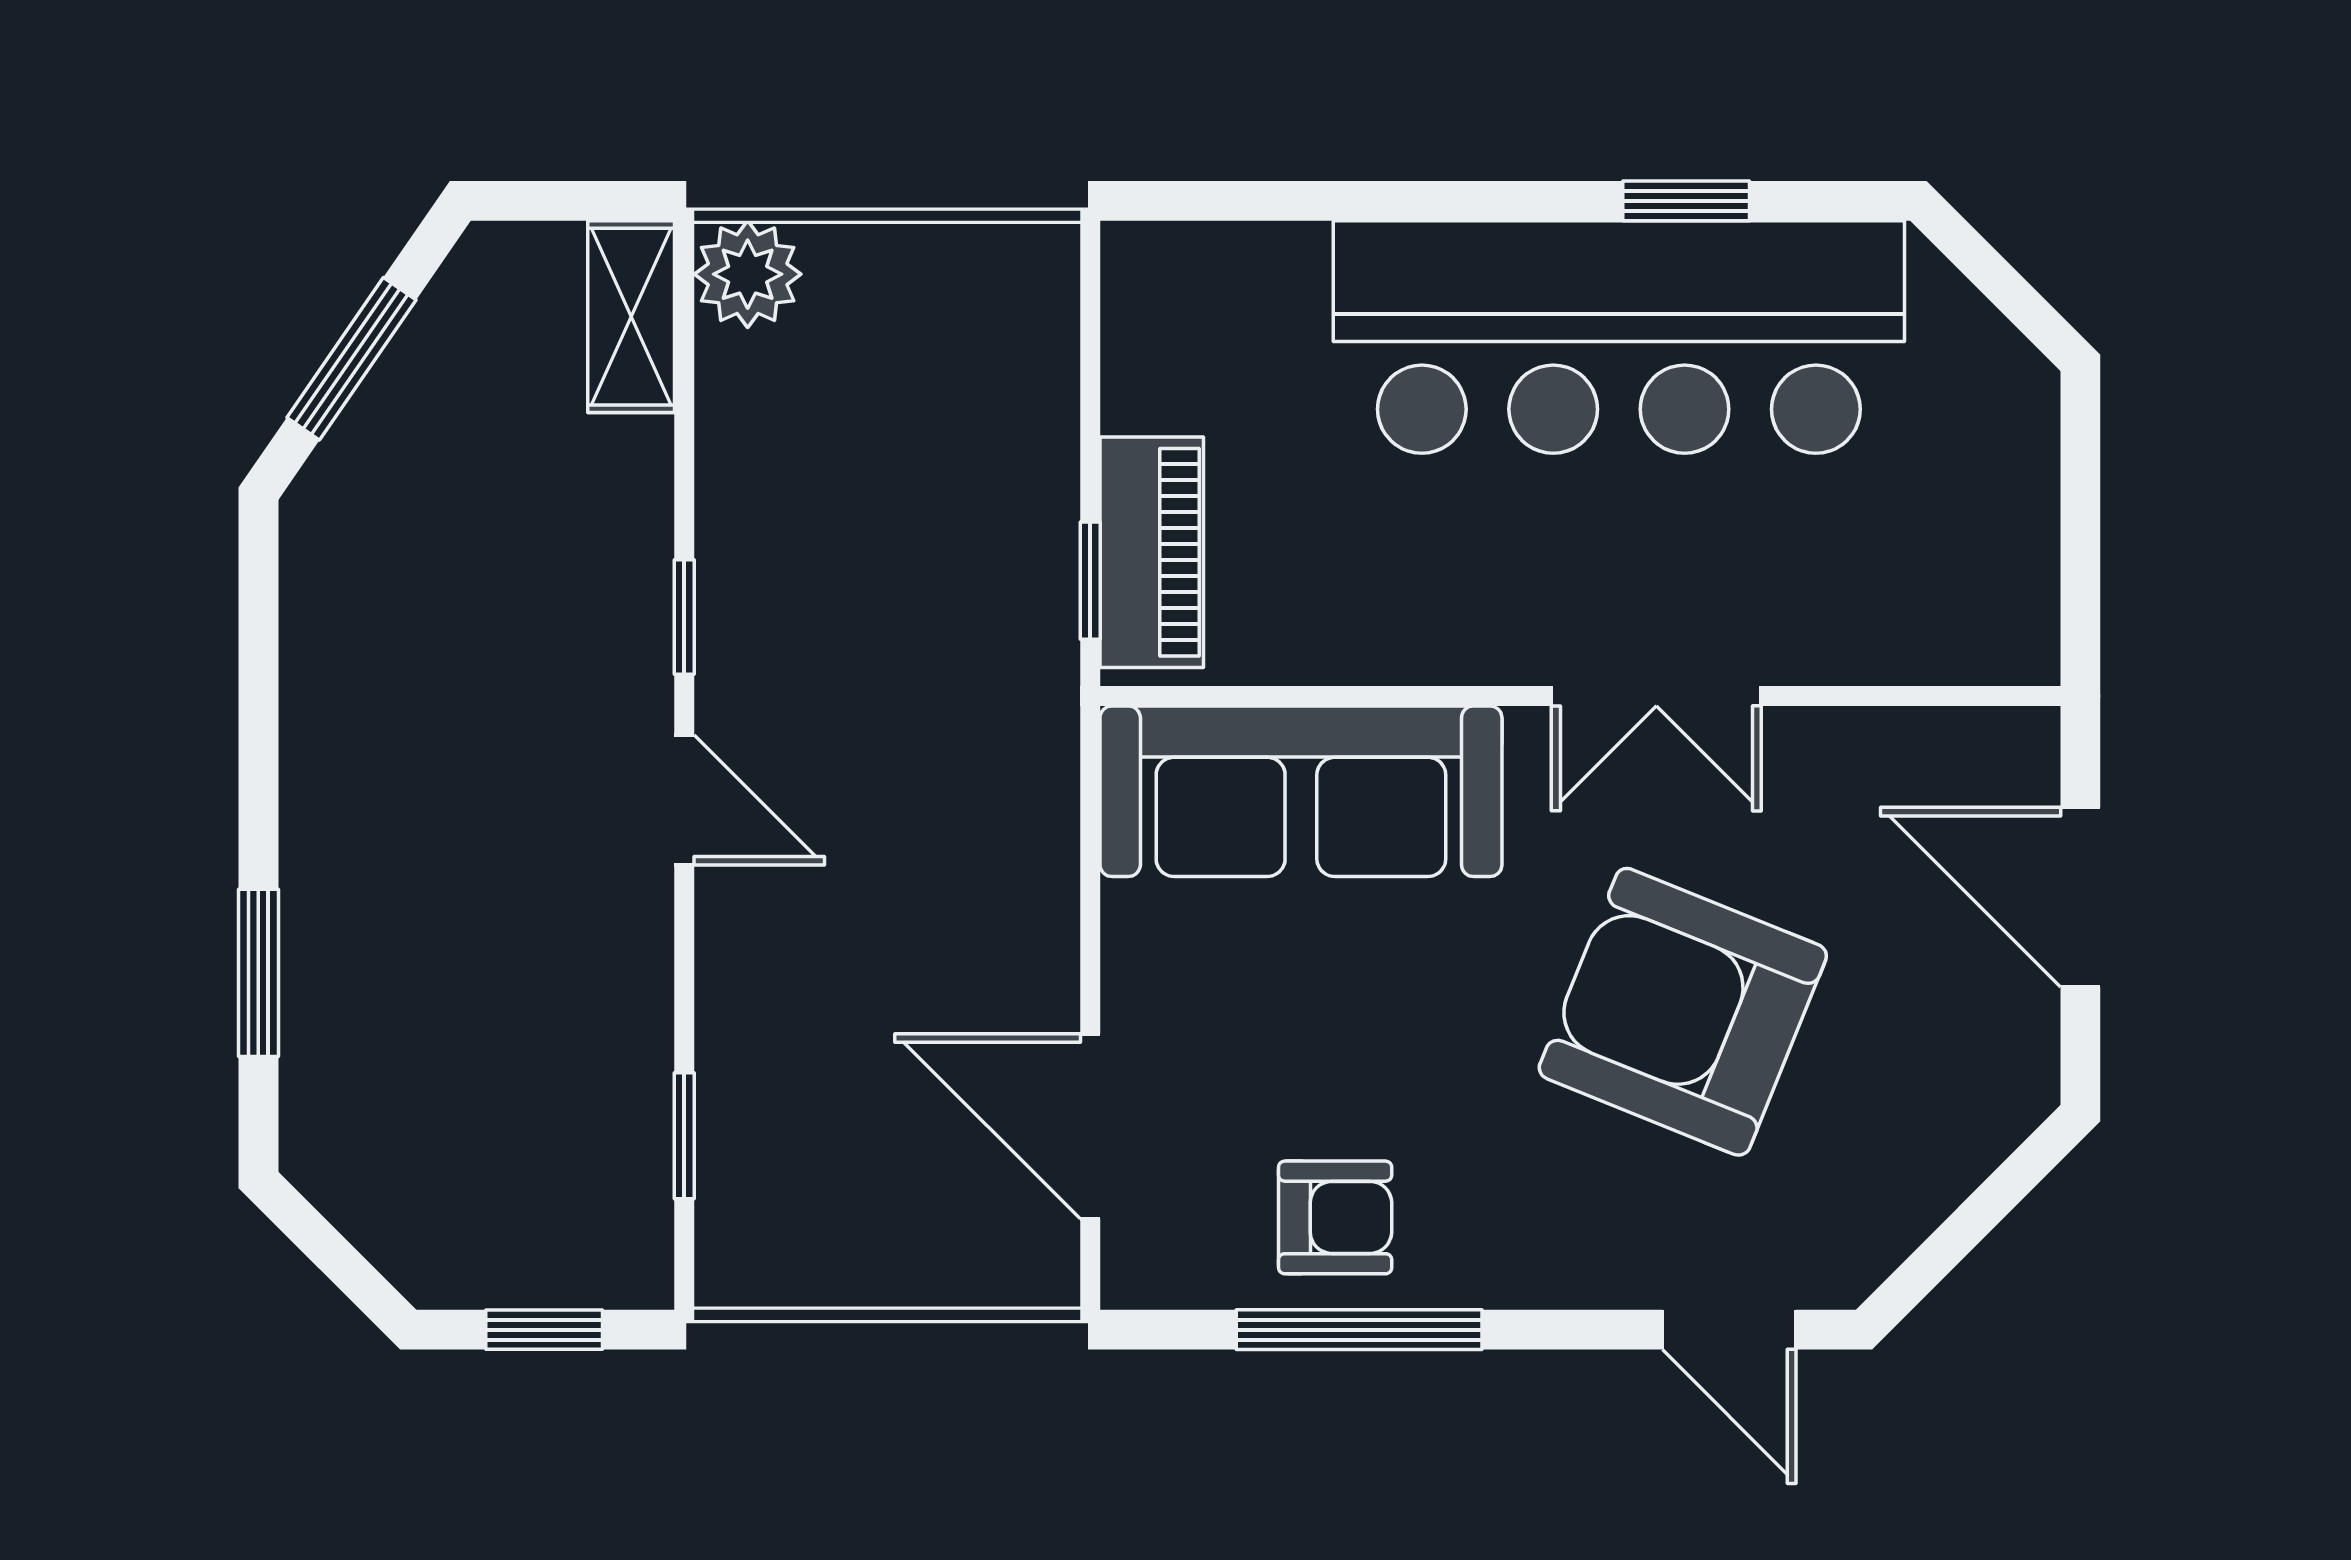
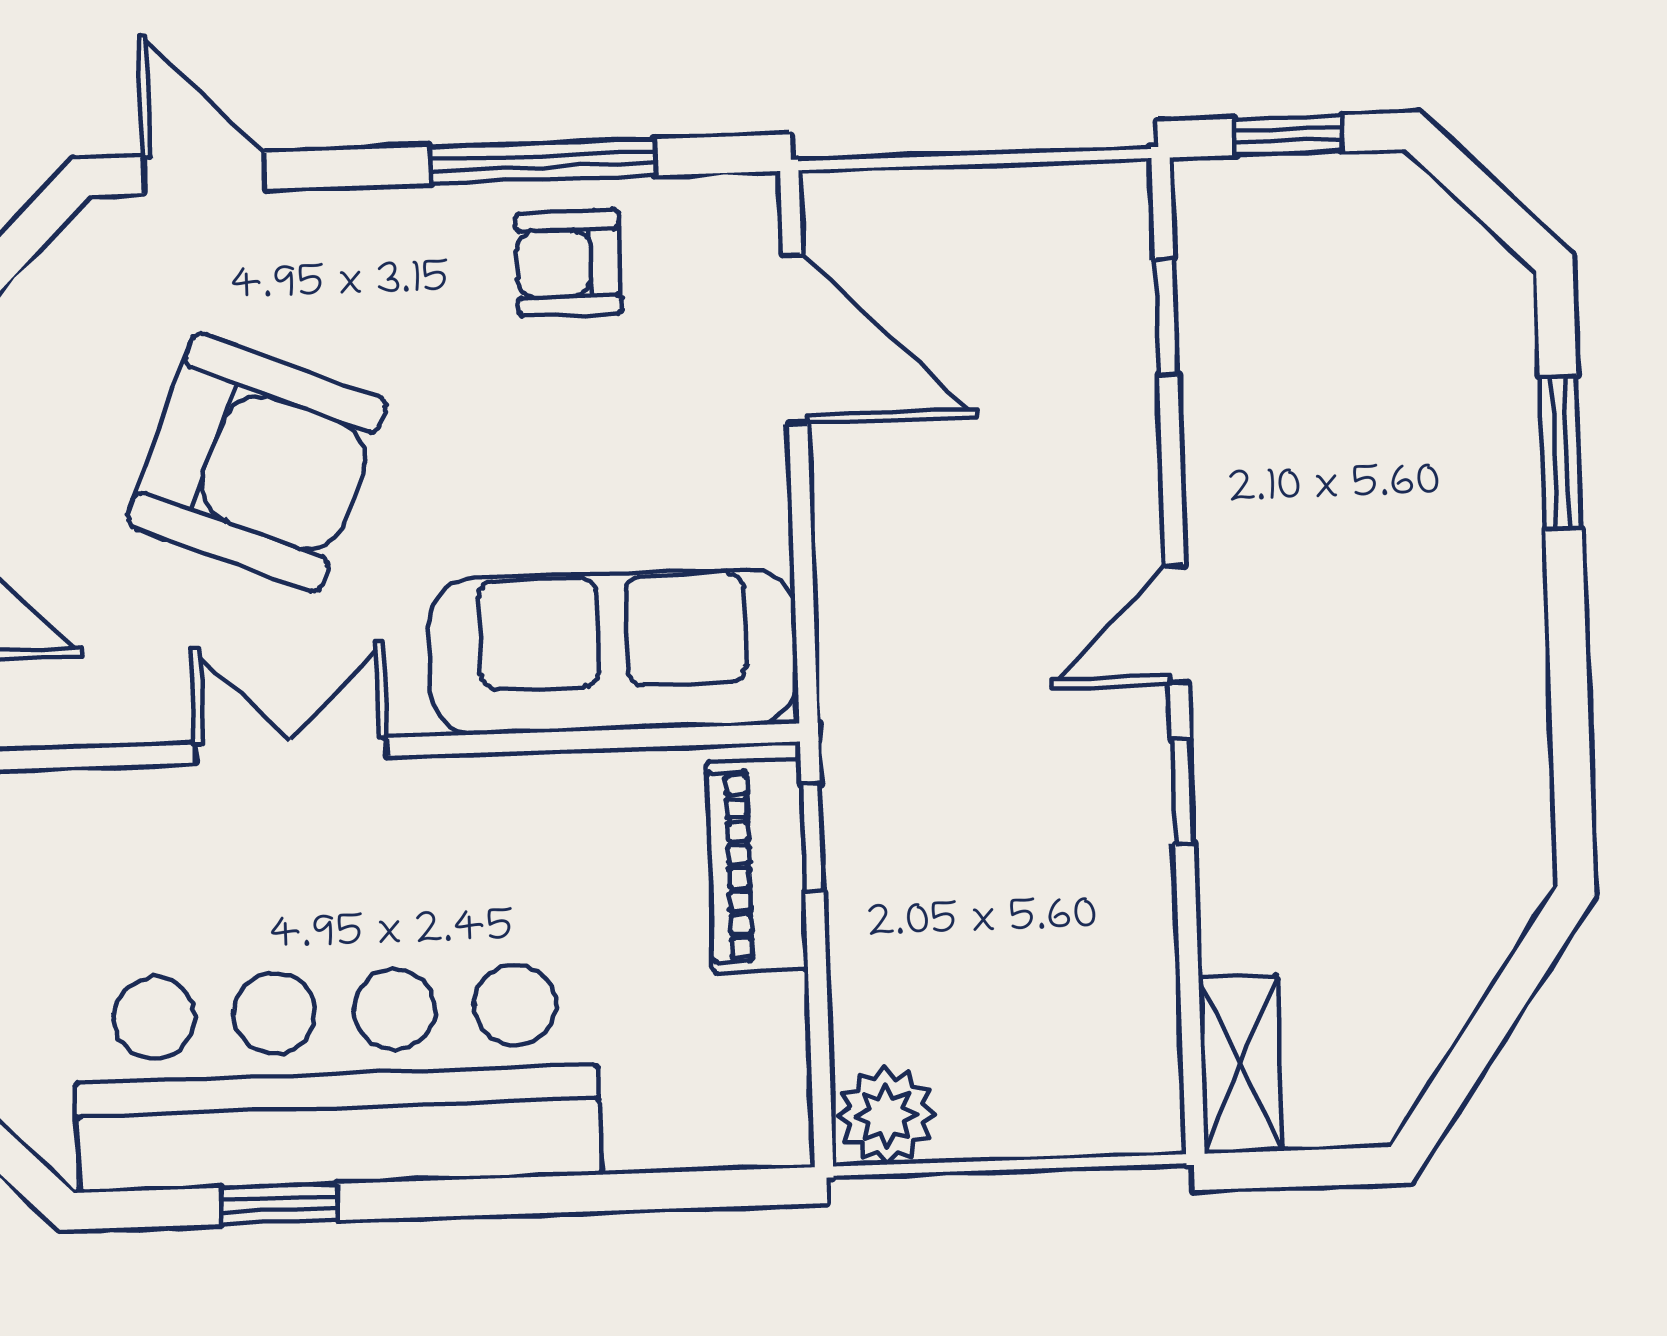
plant: (748, 274) -> (886, 1116), moved
window: (351, 359) -> (1495, 1017), removed
door: (684, 800) -> (1177, 624), hinge flipped

